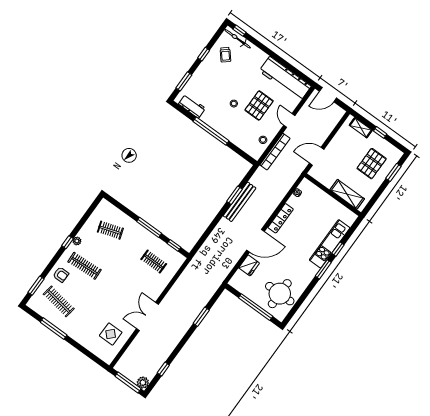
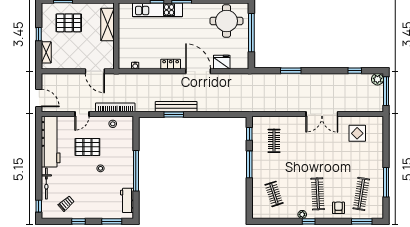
bicycle: (238, 39) -> (46, 184), moved
locker: (281, 218) -> (171, 64), width x0.66

